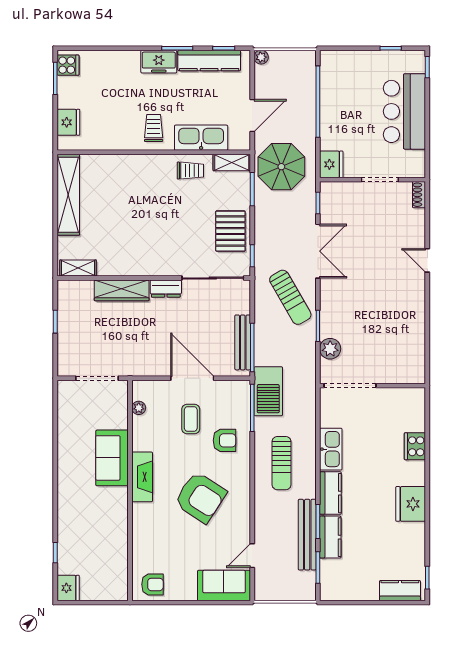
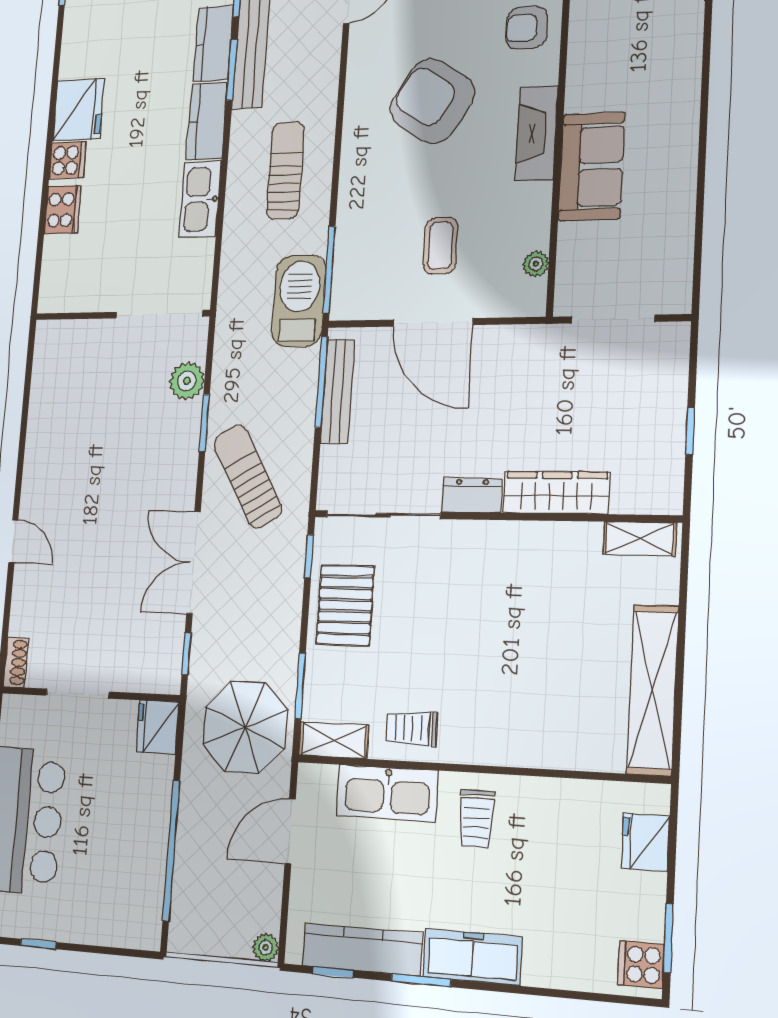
freezer: (159, 62) -> (472, 957), width x1.40
armchair: (225, 440) -> (527, 28), moved
cooker: (415, 475) -> (68, 160), added

